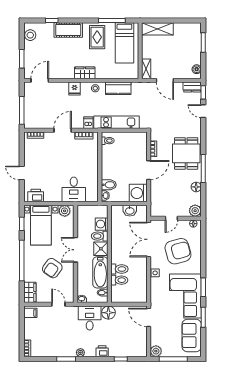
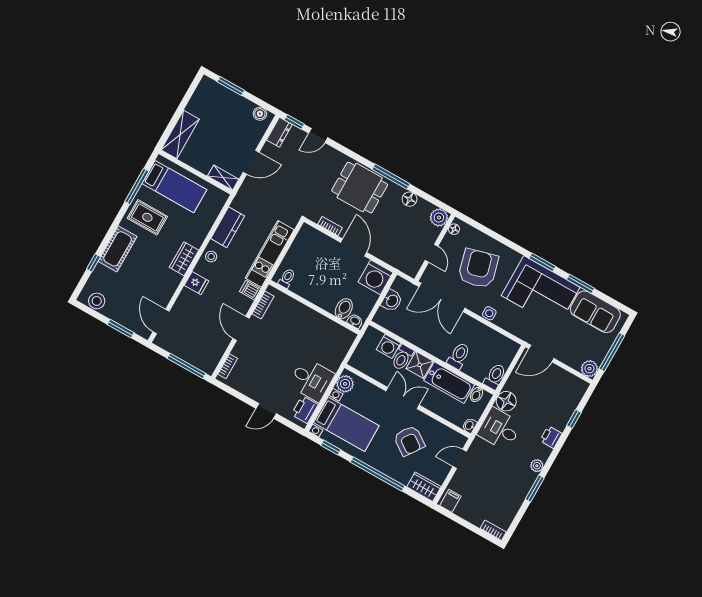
desk: (74, 189) -> (311, 380), moved
double door: (75, 250) -> (402, 398), swing flipped
toilet: (119, 280) -> (495, 377), moved

